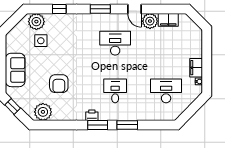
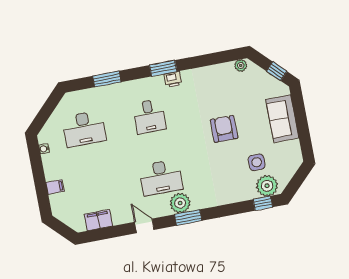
window: (59, 9) -> (263, 203), moved
plant: (150, 21) -> (180, 203), moved
filing cabinet: (196, 68) -> (55, 187), moved, width x0.50
armchair: (59, 84) -> (224, 129), moved
plant: (43, 112) -> (241, 65), width x0.53, depth x0.53
window: (127, 125) -> (107, 79), moved

